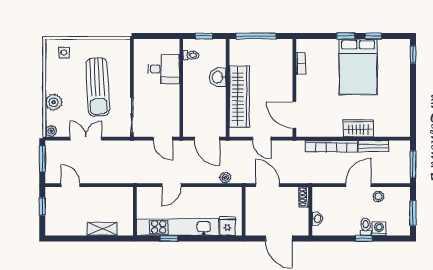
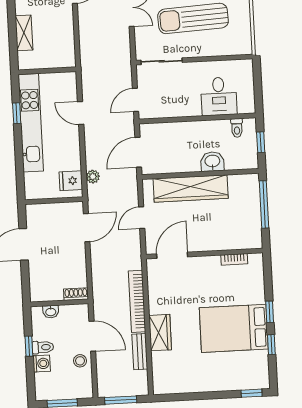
shoe rack: (304, 197) -> (76, 294), moved
wall: (310, 211) -> (59, 303), moved
washbasin: (317, 219) -> (51, 312), moved
fridge: (228, 226) -> (71, 181), moved, turned 180

